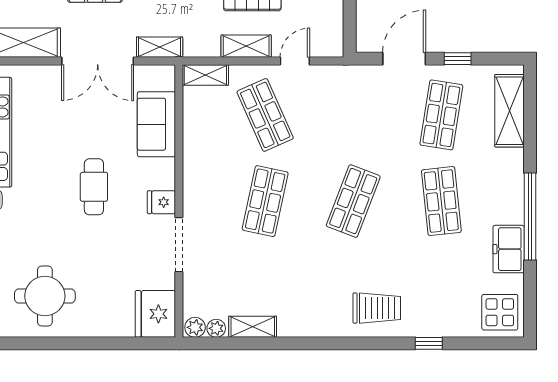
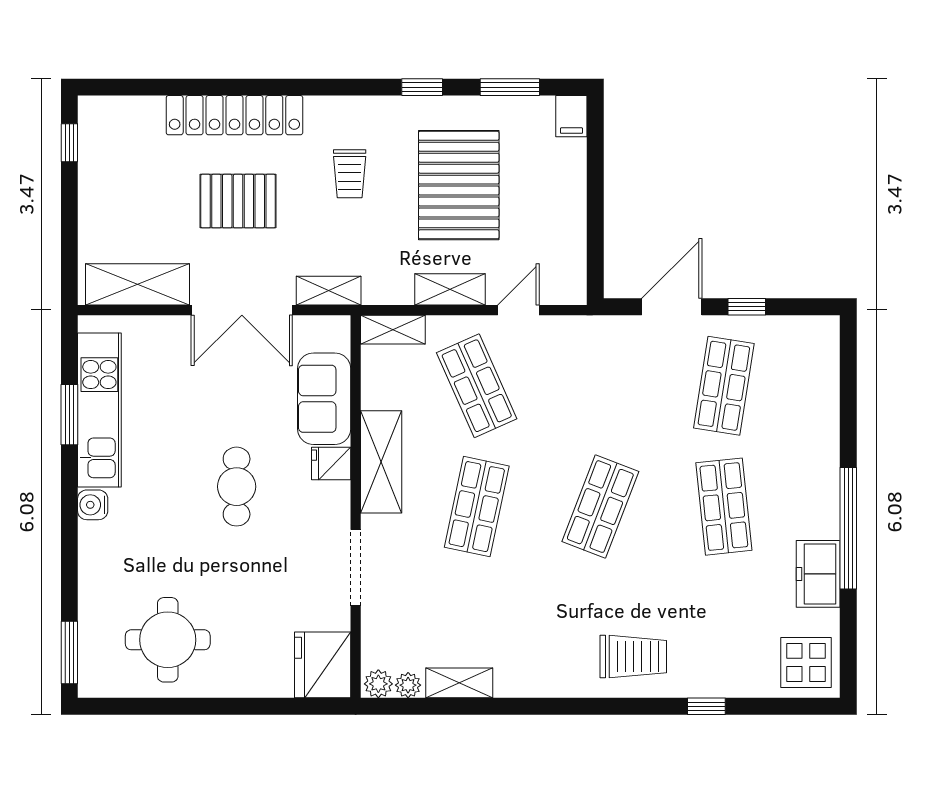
shelving: (510, 111) -> (381, 462), moved
fridge: (161, 202) -> (331, 464), moved

